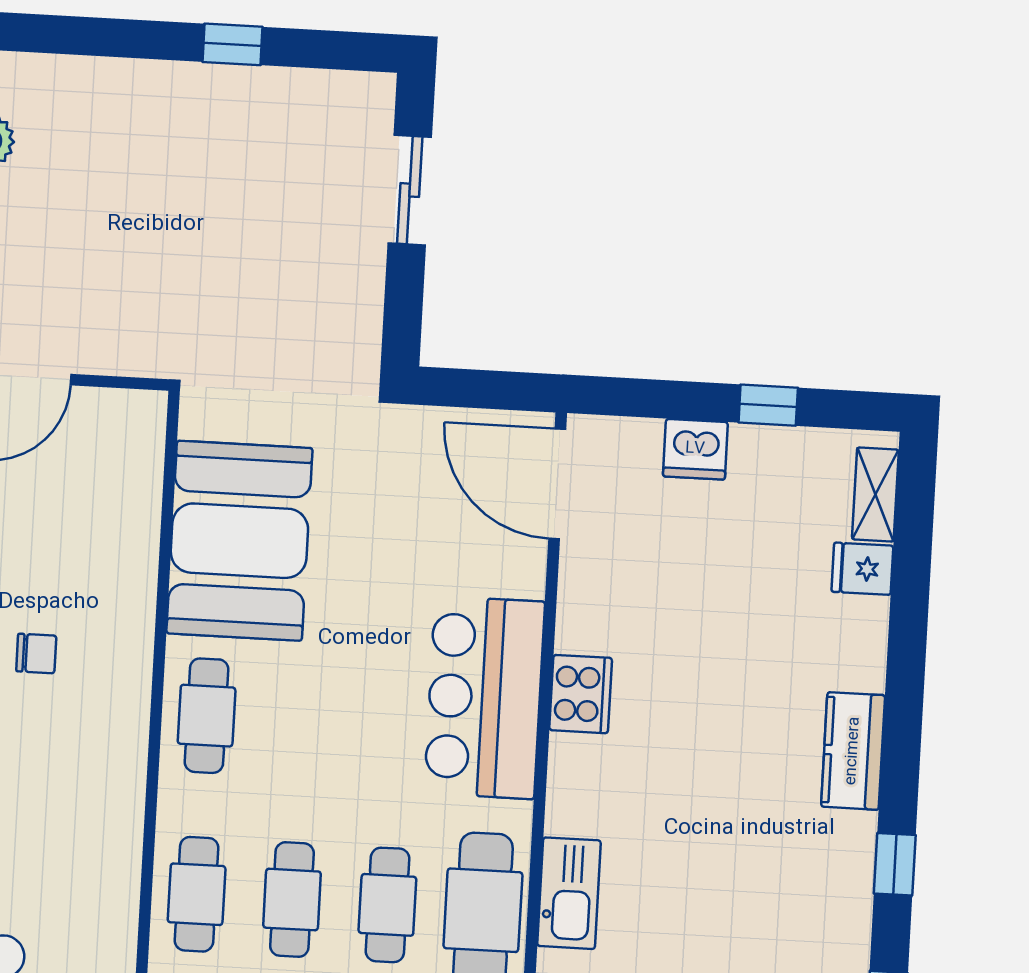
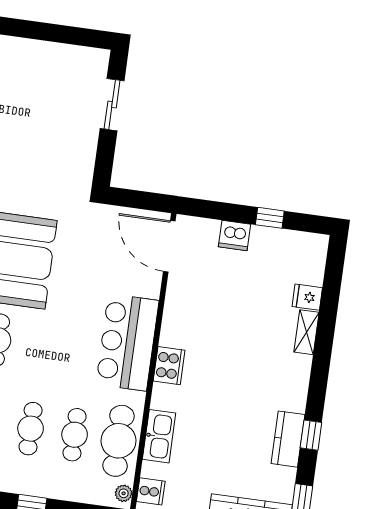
window: (233, 44) -> (36, 30), removed
shelving: (875, 495) -> (306, 332), moved
cooker: (581, 694) -> (169, 366), moved
kitchen counter: (853, 751) -> (288, 439), moved

